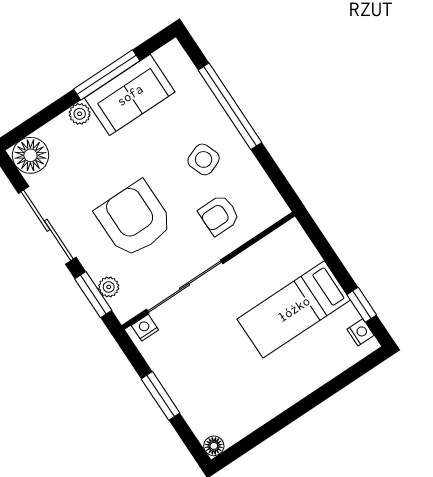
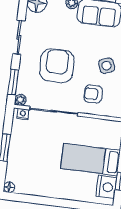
sliding door: (47, 225) -> (19, 37), width x0.73
plant: (109, 287) -> (20, 100), moved
nightstand: (360, 332) -> (106, 187), width x1.89, depth x1.79

